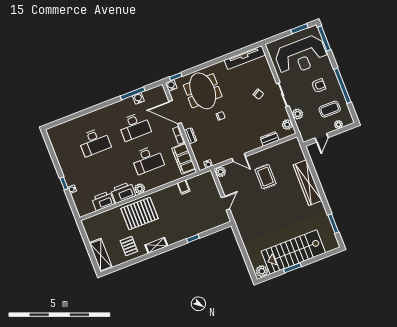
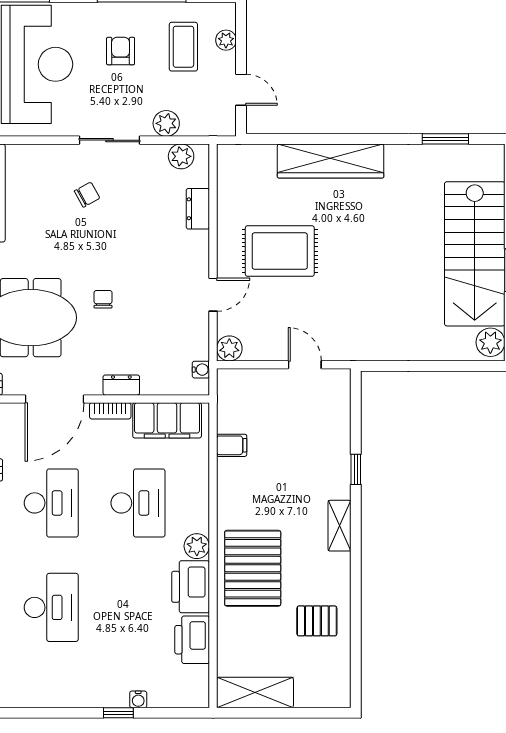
rug: (265, 177) -> (280, 251), width x1.36, depth x1.43
shelving: (156, 245) -> (340, 526), moved
shelving: (101, 255) -> (255, 692), moved

